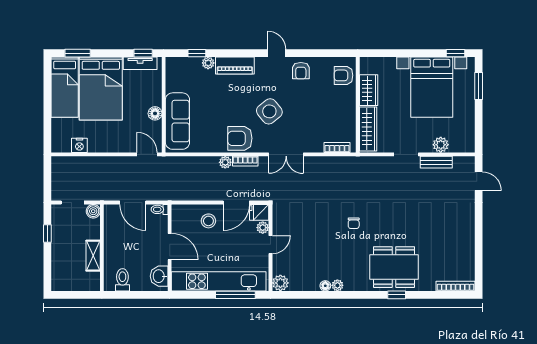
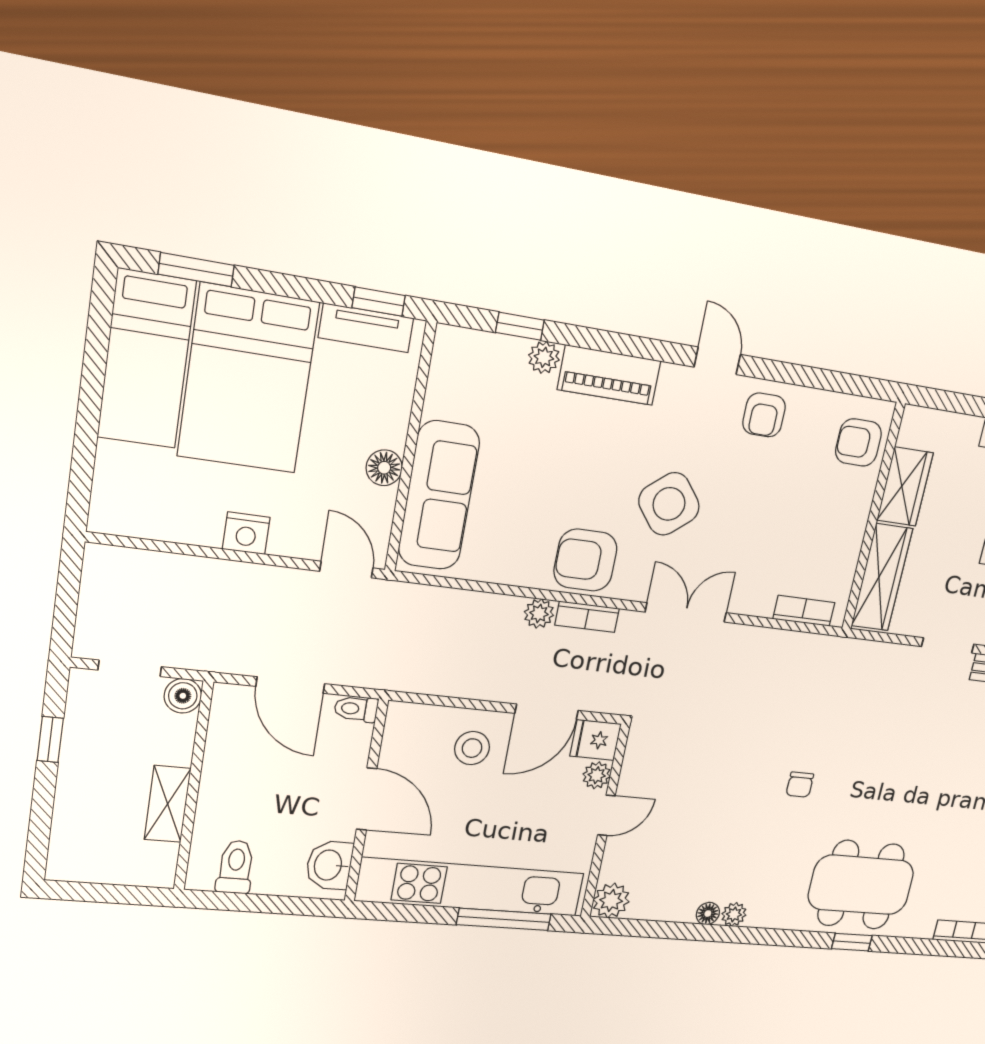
nightstand: (79, 145) -> (246, 533), moved
double door: (286, 154) -> (686, 612), swing flipped

